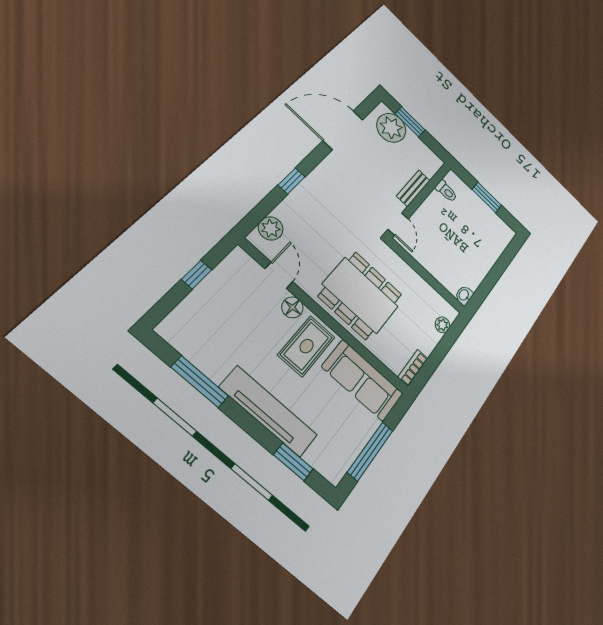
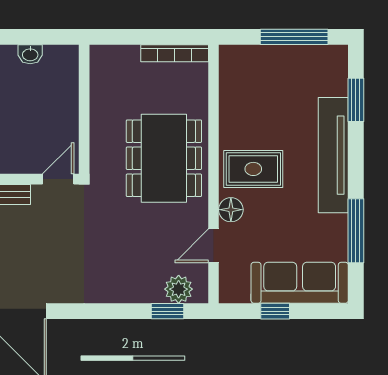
window: (291, 181) -> (168, 311), moved
washbasin: (464, 295) -> (30, 54), moved
plant: (442, 325) -> (119, 55), removed
bookcase: (413, 368) -> (175, 53), width x1.56
sofa: (363, 380) -> (300, 283), moved, turned -90

